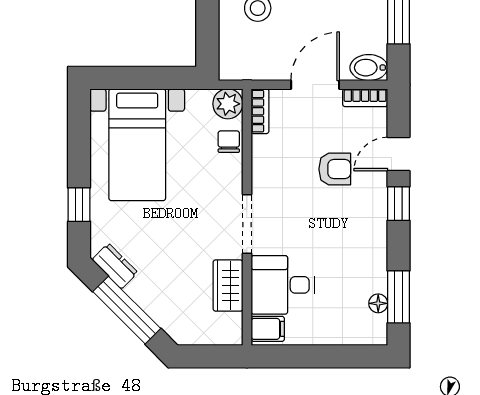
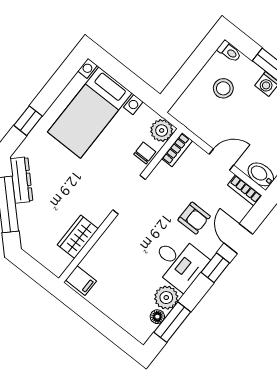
door: (315, 85) -> (221, 160), width x0.73
door: (398, 154) -> (238, 239), hinge flipped
doorway: (247, 224) -> (129, 195), moved
dresser: (115, 266) -> (21, 180), width x1.44
plant: (372, 276) -> (166, 298), added
desk: (283, 285) -> (179, 263), moved, turned 180

